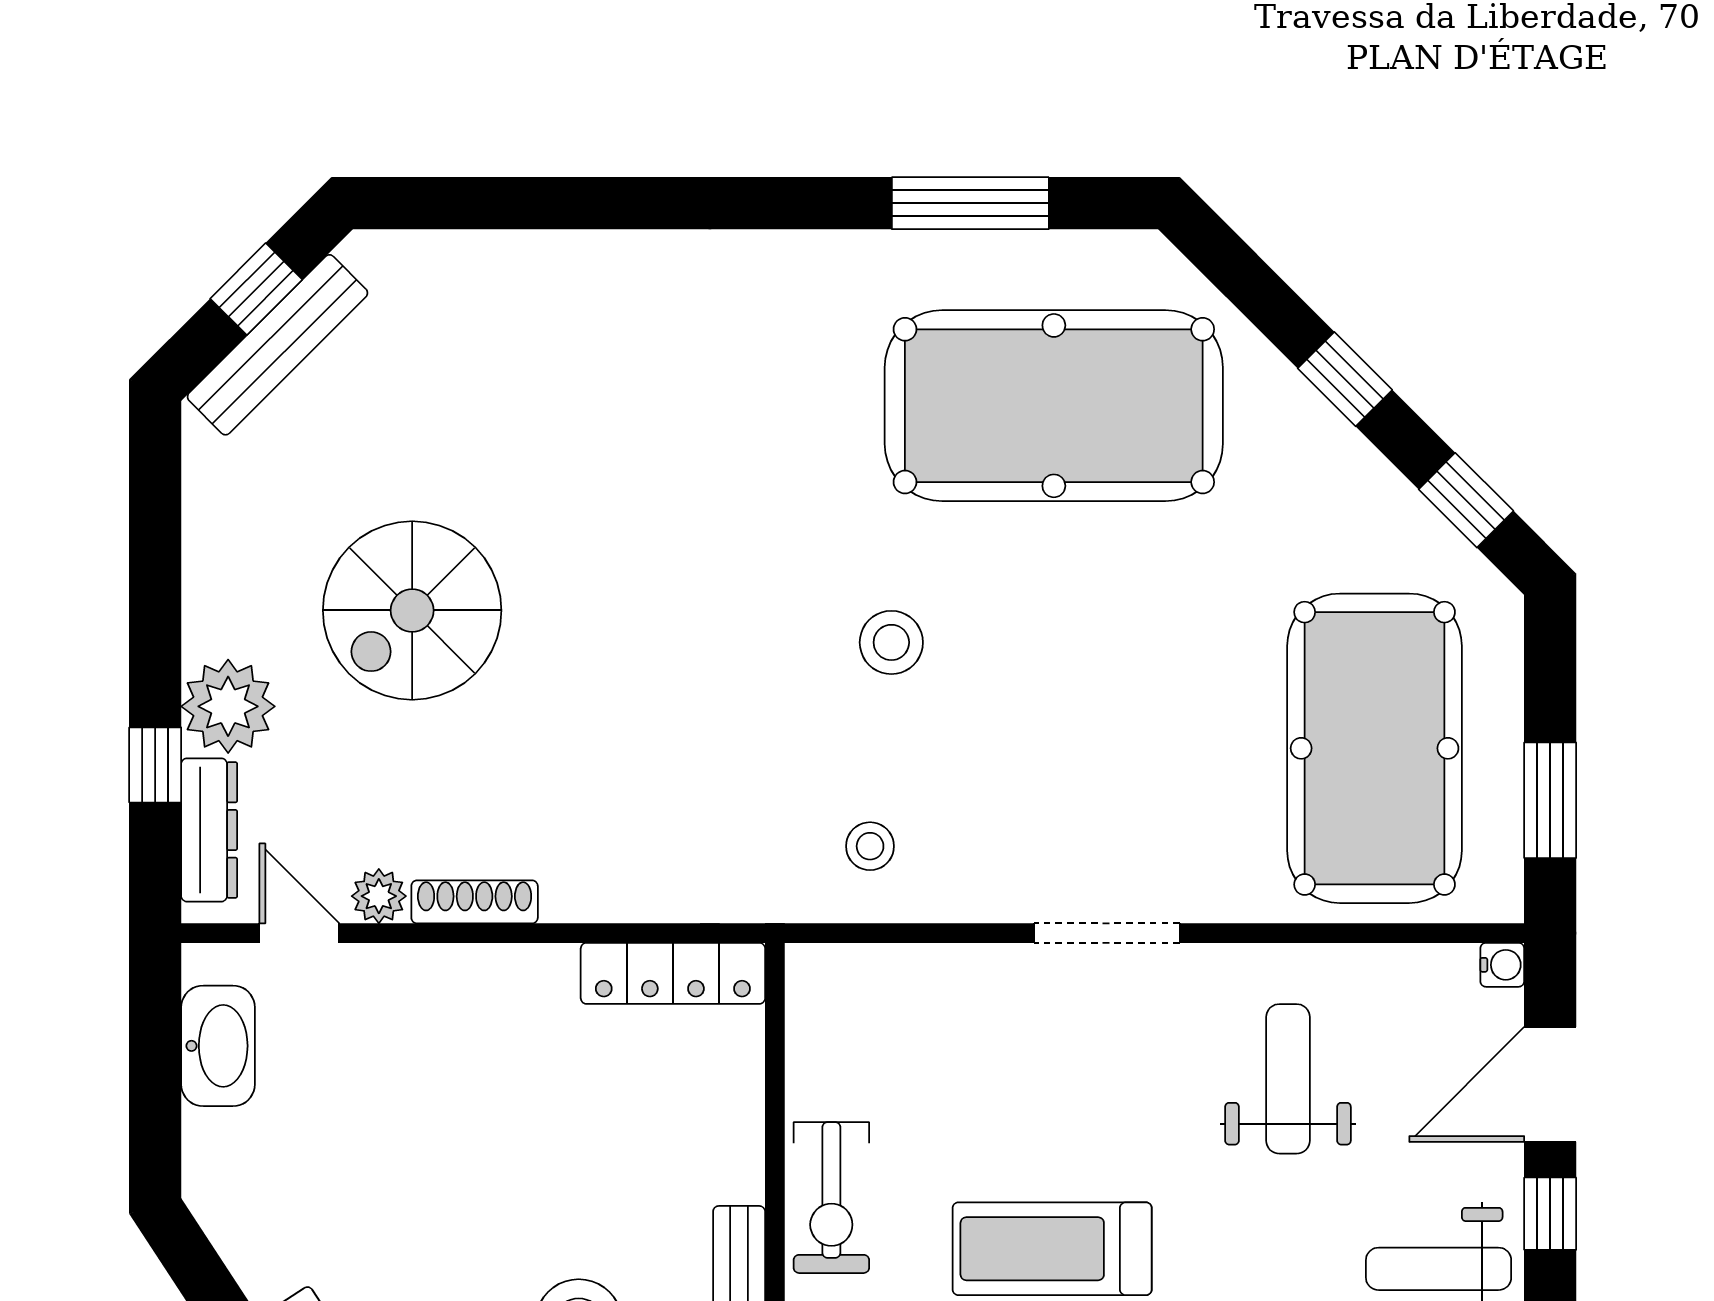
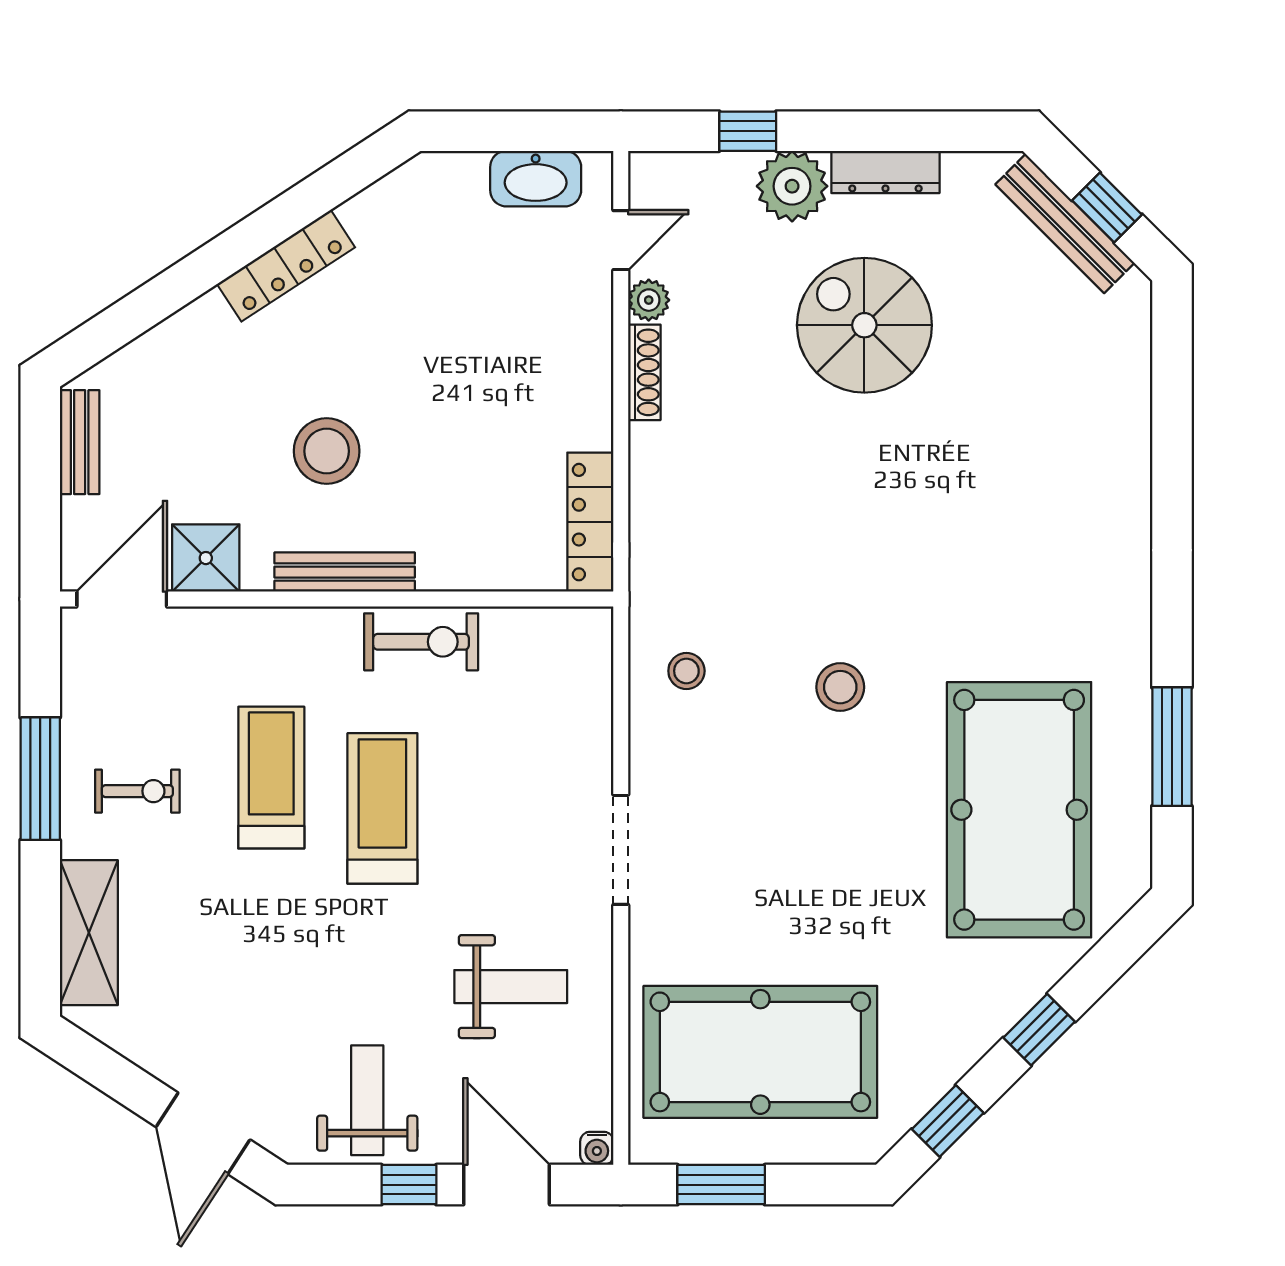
dresser: (209, 830) -> (885, 172), moved
exercise bike: (831, 1198) -> (421, 642), turned 180

